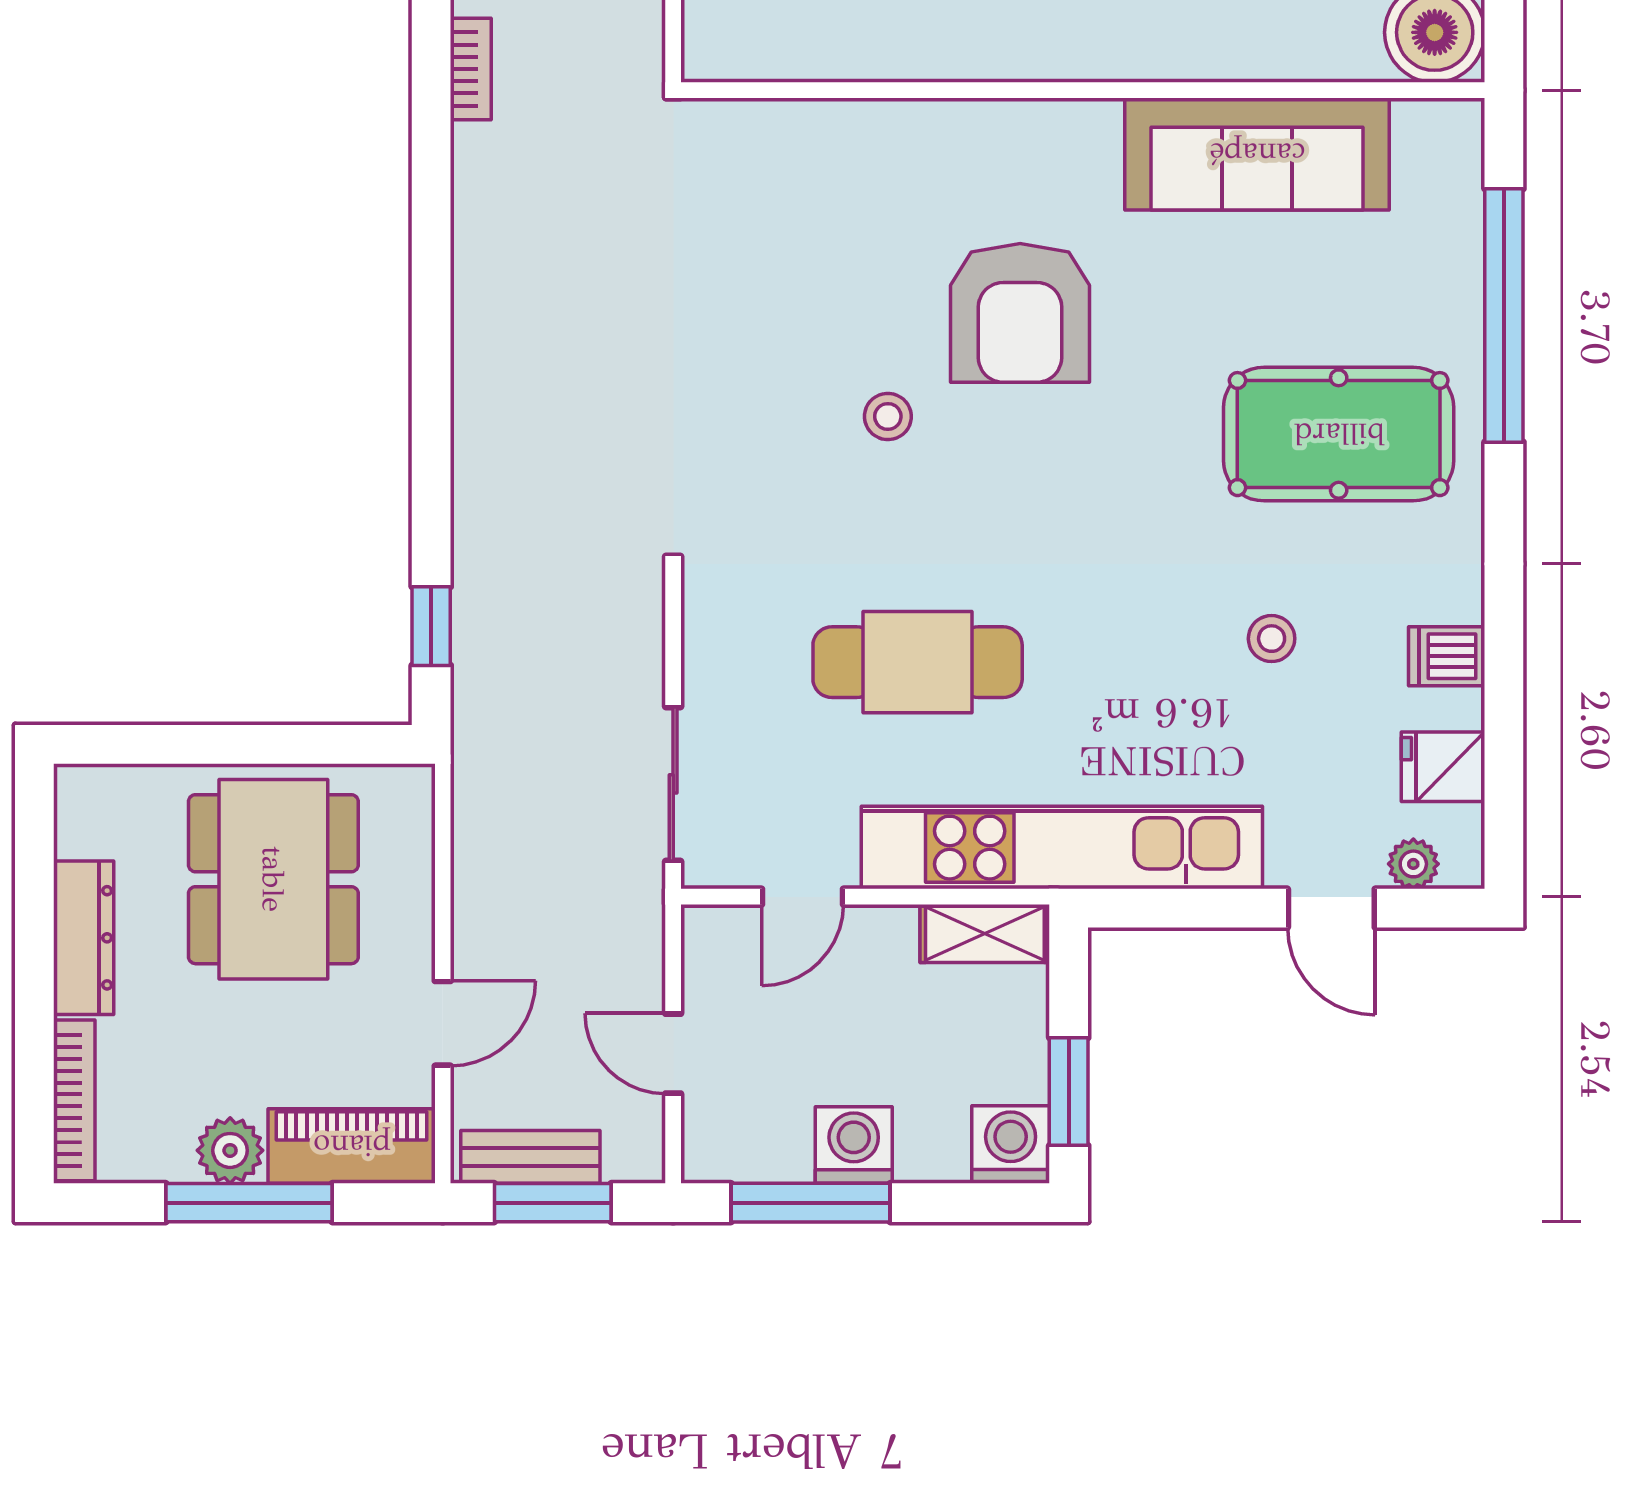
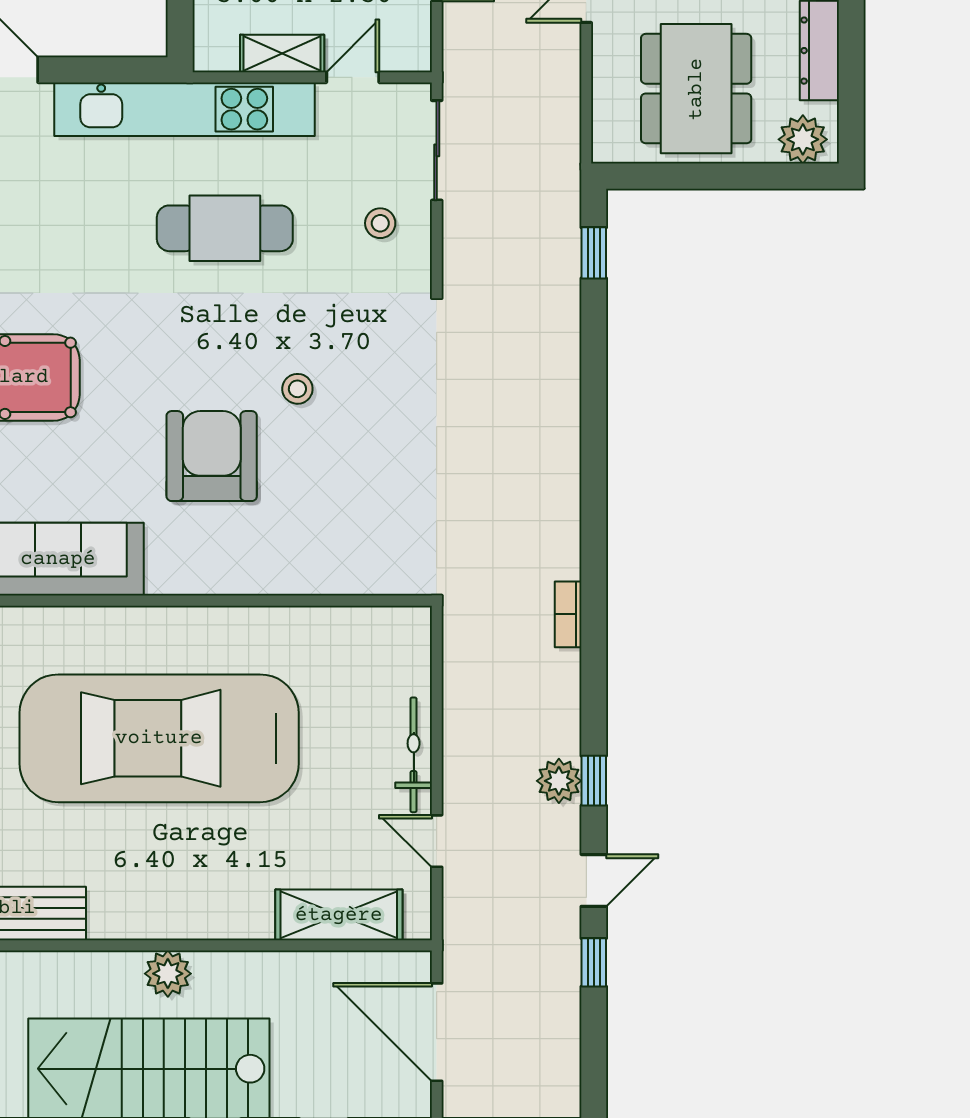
stool: (1272, 639) -> (380, 223), moved
cafe table: (918, 662) -> (225, 228), moved
plant: (109, 801) -> (803, 139), added
shelving: (985, 933) -> (282, 53), moved

